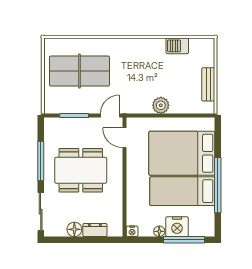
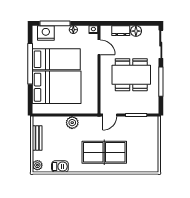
plant: (208, 48) -> (37, 165), added
table tennis table: (79, 71) -> (104, 152), moved
door: (124, 138) -> (99, 47), moved
nightstand: (177, 227) -> (46, 33), moved

